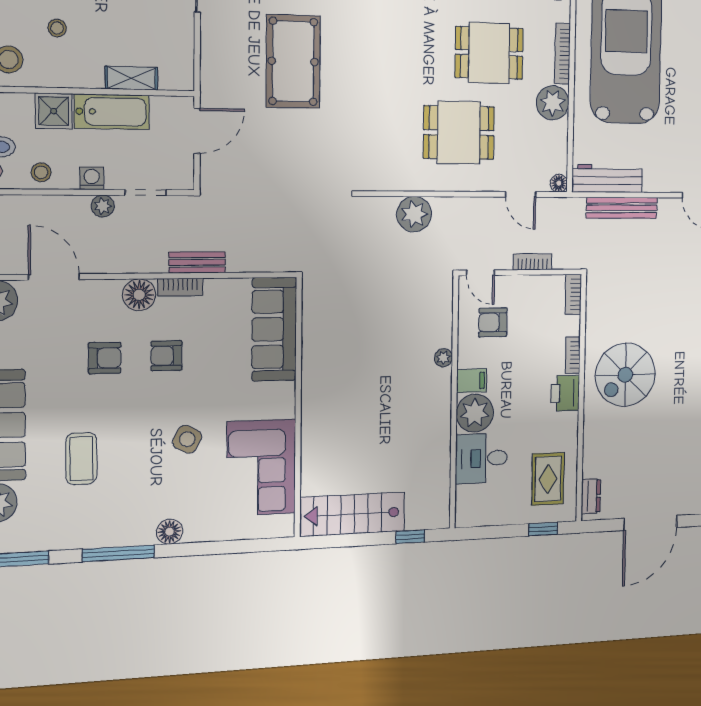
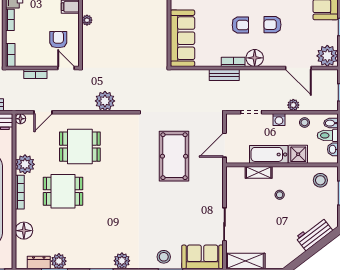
stool: (57, 28) -> (280, 195), moved
pool table: (293, 61) -> (174, 156), moved
door: (521, 194) -> (43, 112), swing flipped
plant: (103, 206) -> (293, 105), moved
armchair: (493, 322) -> (58, 40), turned -90

